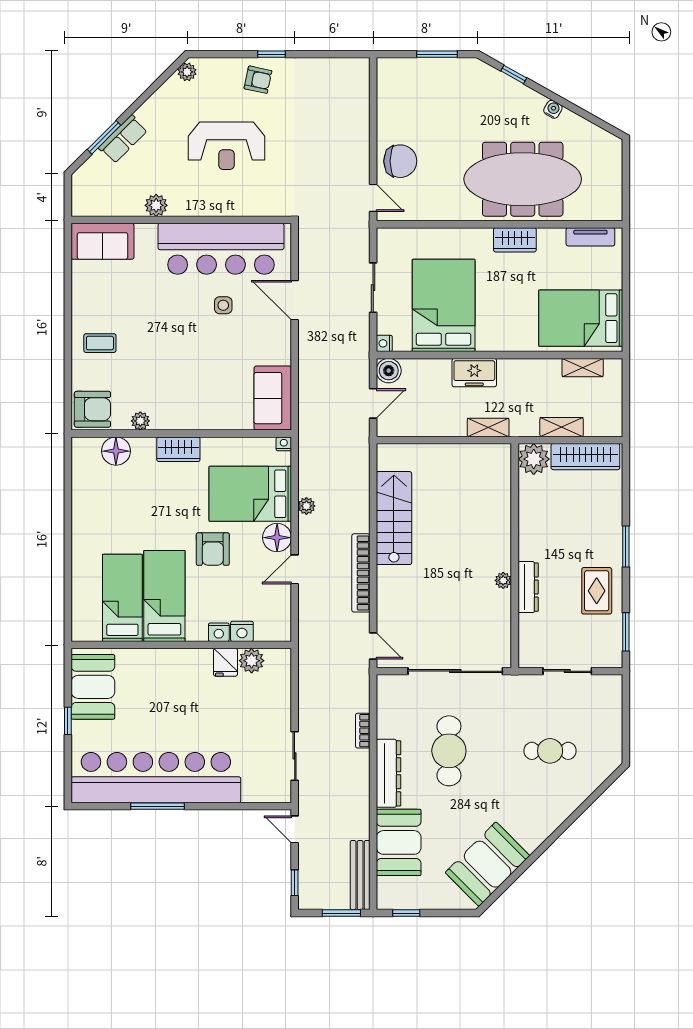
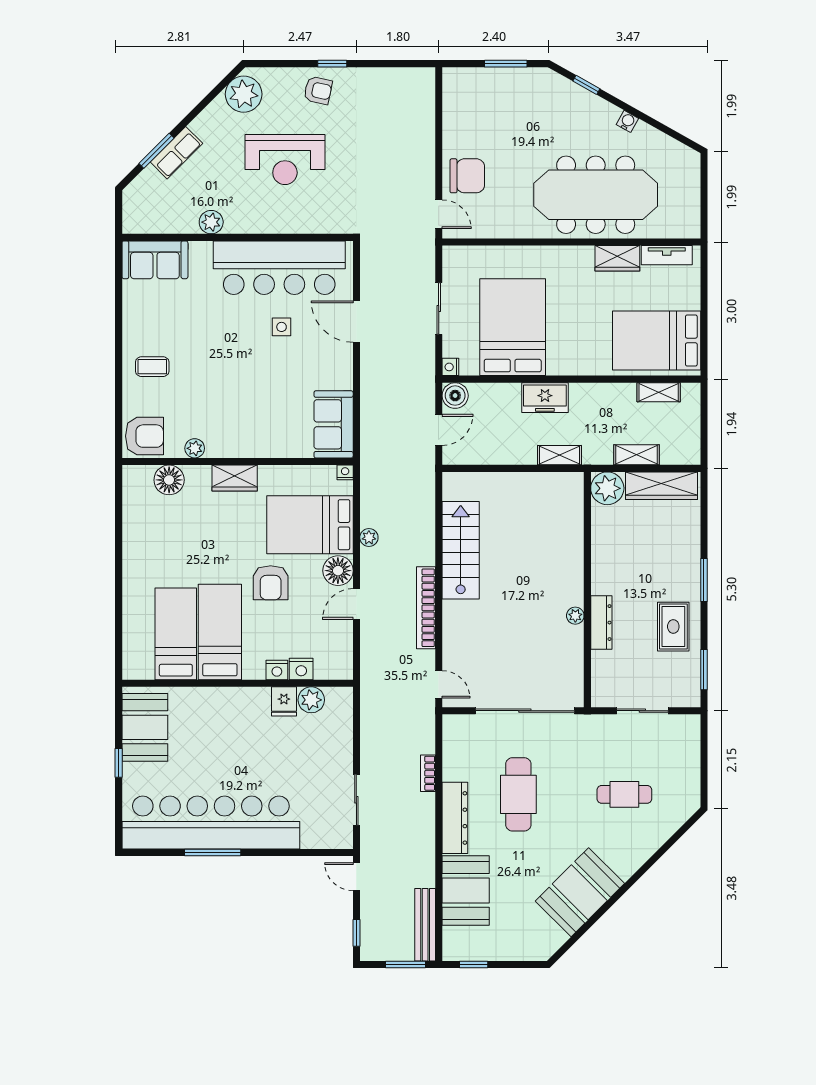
plant: (187, 72) -> (244, 94), width x1.87, depth x1.87
wardrobe: (515, 240) -> (617, 258), moved
booth: (488, 864) -> (580, 892), moved

